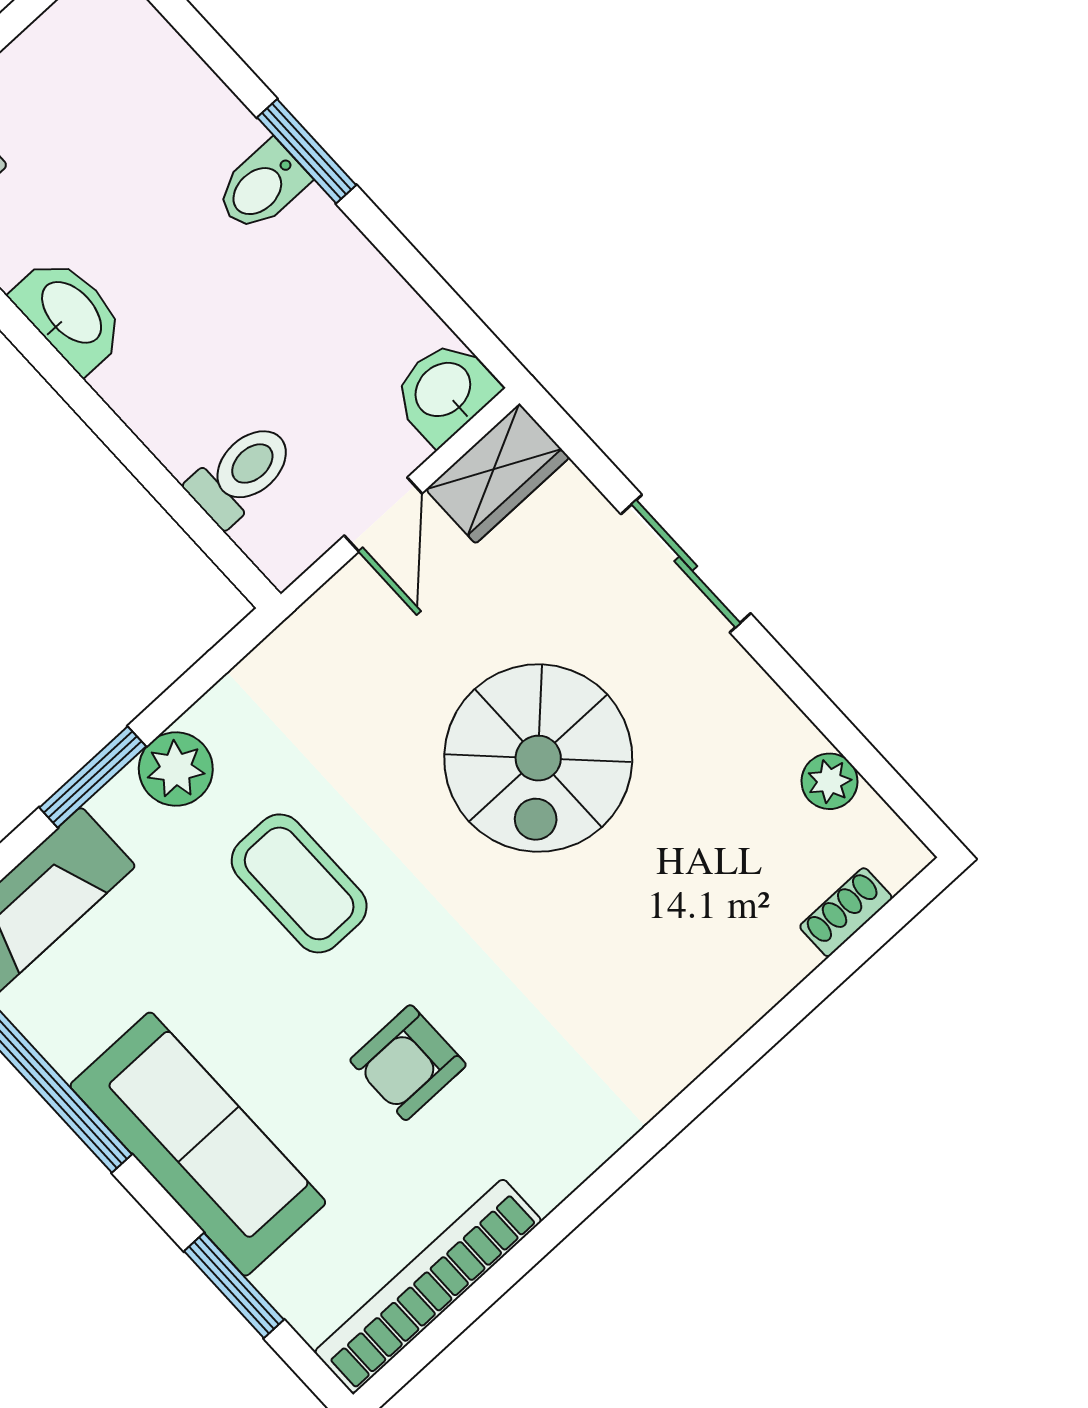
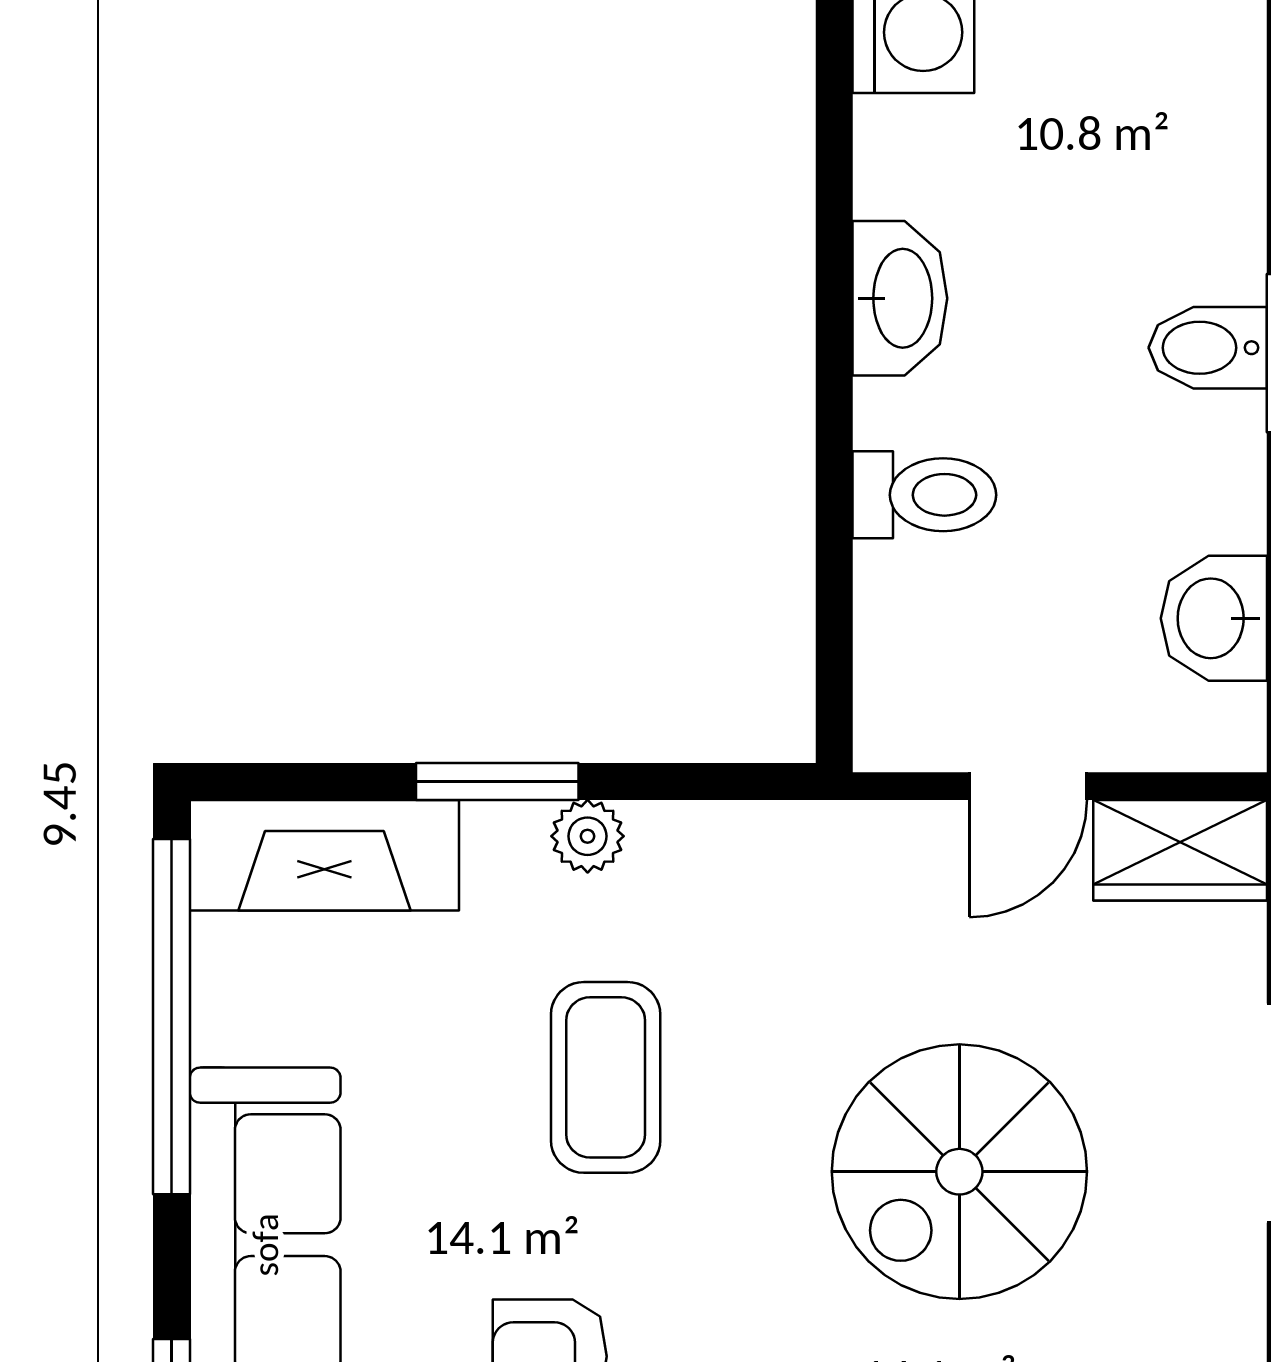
washbasin: (444, 391) -> (1214, 618), moved, turned -90
toilet: (241, 474) -> (924, 495), moved
plant: (176, 769) -> (588, 836), width x0.73, depth x0.73

